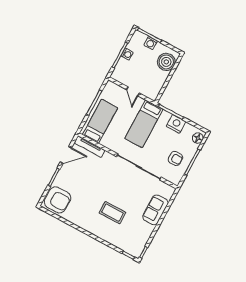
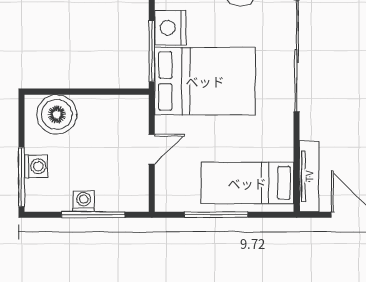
bed: (144, 124) -> (205, 81), width x1.50

